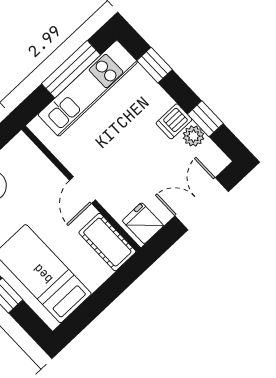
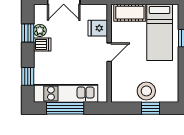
fridge: (143, 223) -> (98, 28), moved, turned 90
cot: (107, 242) -> (130, 13), moved, turned 90

